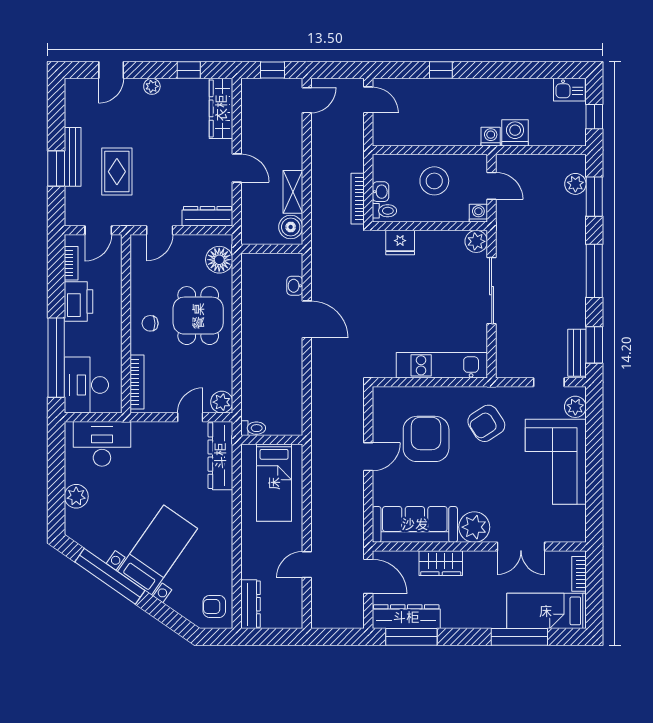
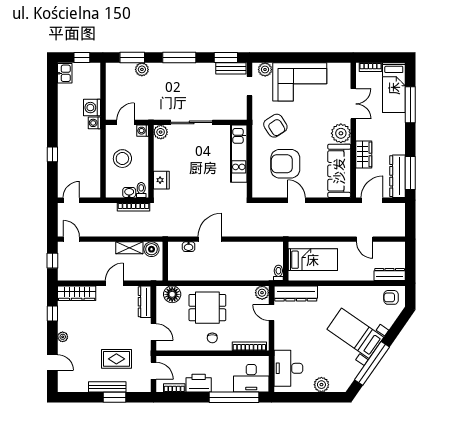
plant: (575, 184) -> (142, 69), moved
armchair: (214, 606) -> (391, 297), turned 90

